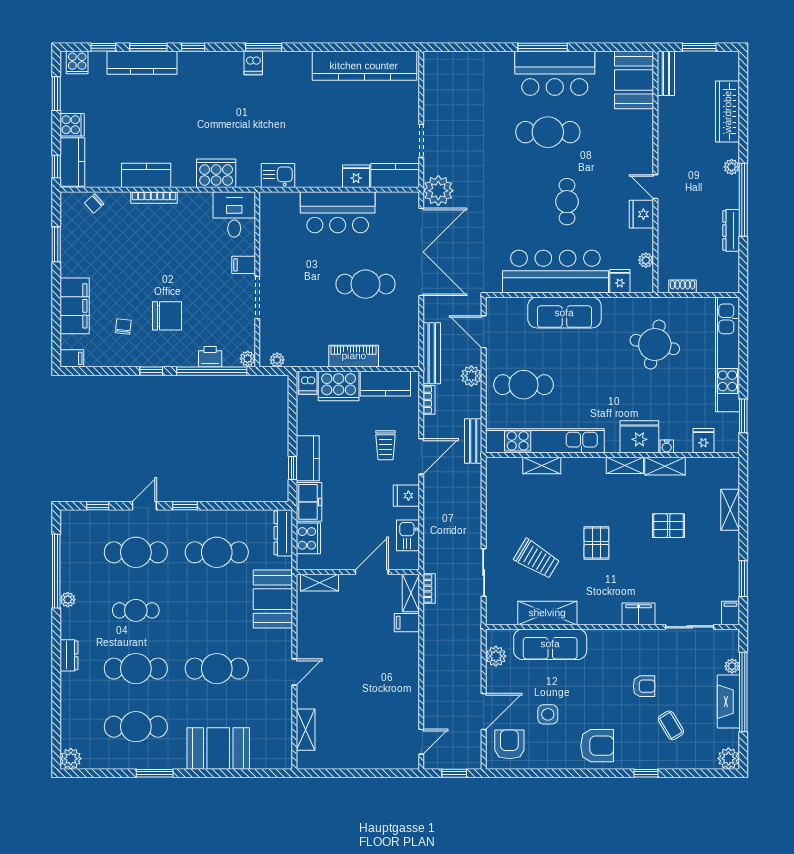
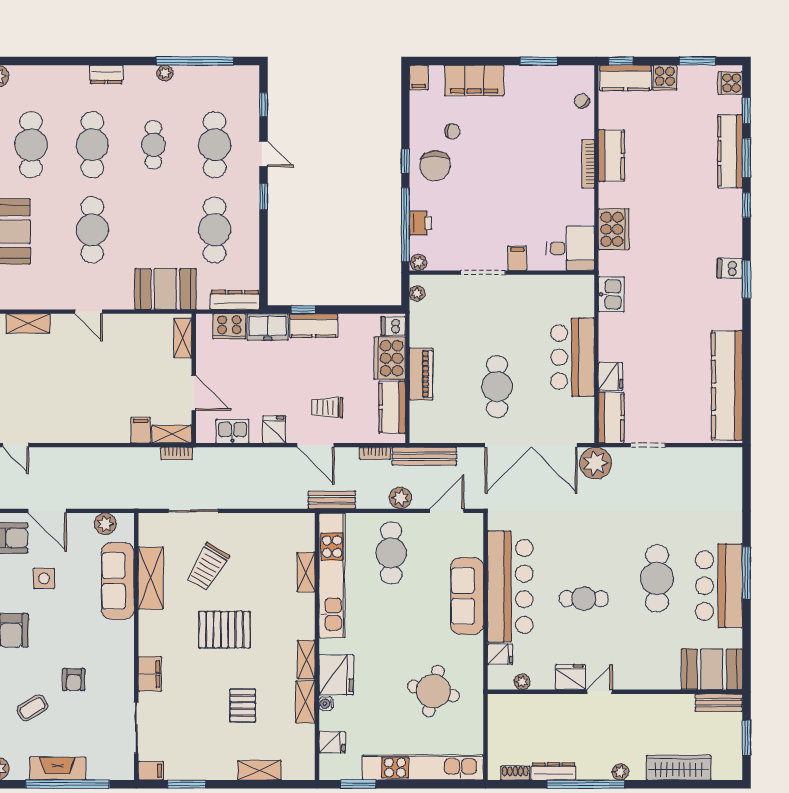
shoe rack: (683, 286) -> (515, 773), moved, turned -90
chair: (167, 316) -> (435, 166), moved
pallet: (596, 543) -> (224, 630), width x1.50, depth x1.42
plant: (732, 666) -> (95, 772), removed

